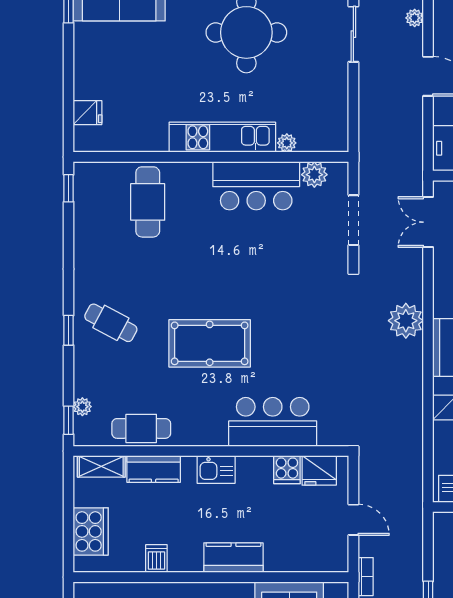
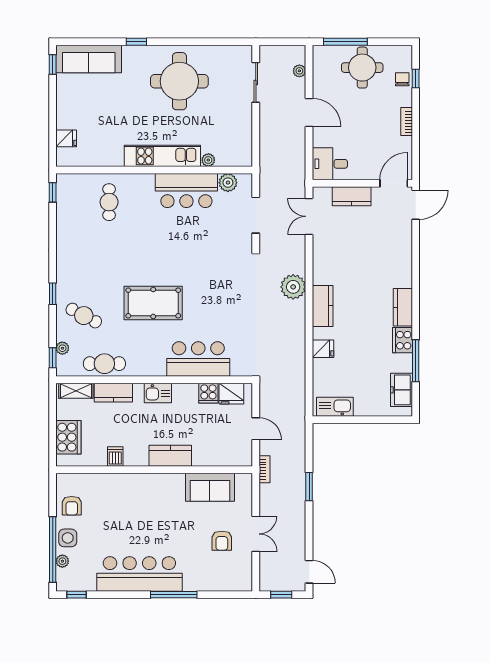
cafe table: (148, 202) -> (109, 202), width x0.73, depth x0.74
cafe table: (111, 323) -> (84, 316), moved

